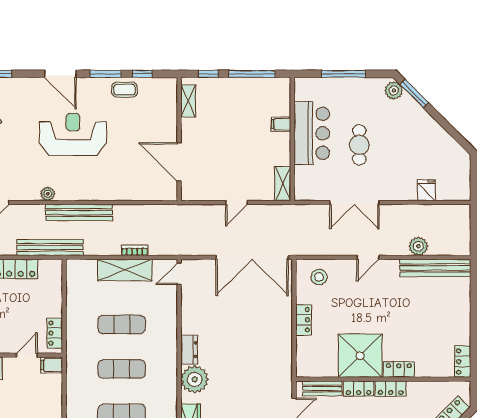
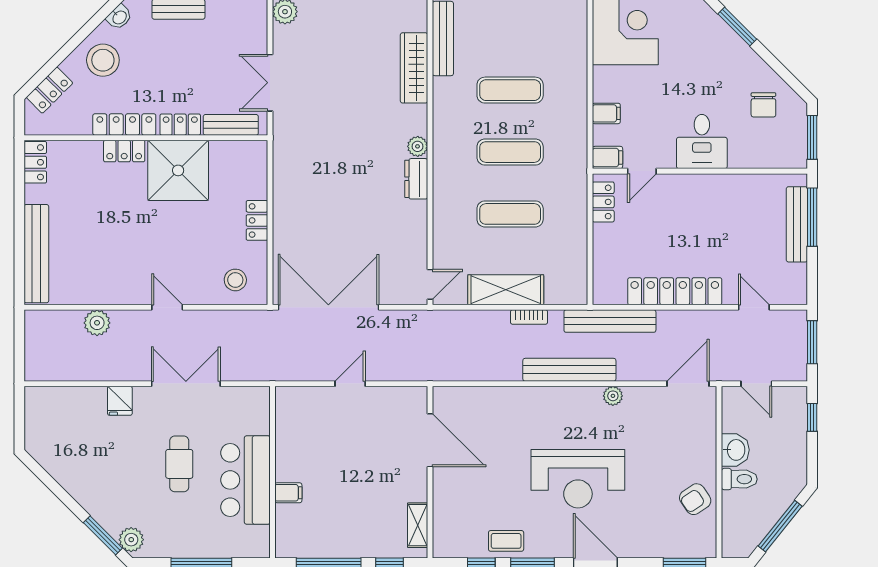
shelving: (283, 184) -> (286, 410), removed
fridge: (427, 190) -> (120, 401), moved
bookcase: (135, 250) -> (529, 317), moved
door: (368, 257) -> (167, 307), hinge flipped
bench: (435, 268) -> (36, 254), moved, turned 90
plant: (195, 379) -> (418, 146), width x0.53, depth x0.53
locker: (391, 389) -> (124, 124), width x1.53
filing cabinet: (53, 397) -> (606, 113), added

